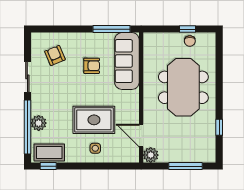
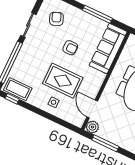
window: (112, 29) -> (97, 14), moved
armchair: (92, 66) -> (70, 48), moved
plant: (39, 123) -> (20, 63), removed
window: (186, 166) -> (105, 143), moved

